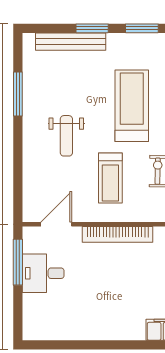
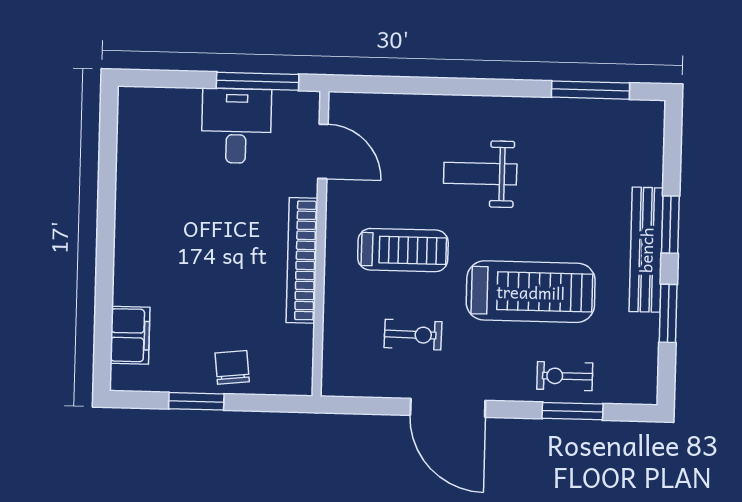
bench: (71, 42) -> (646, 250), moved
window: (18, 94) -> (591, 90), moved
treadmill: (110, 178) -> (403, 250), turned 180

